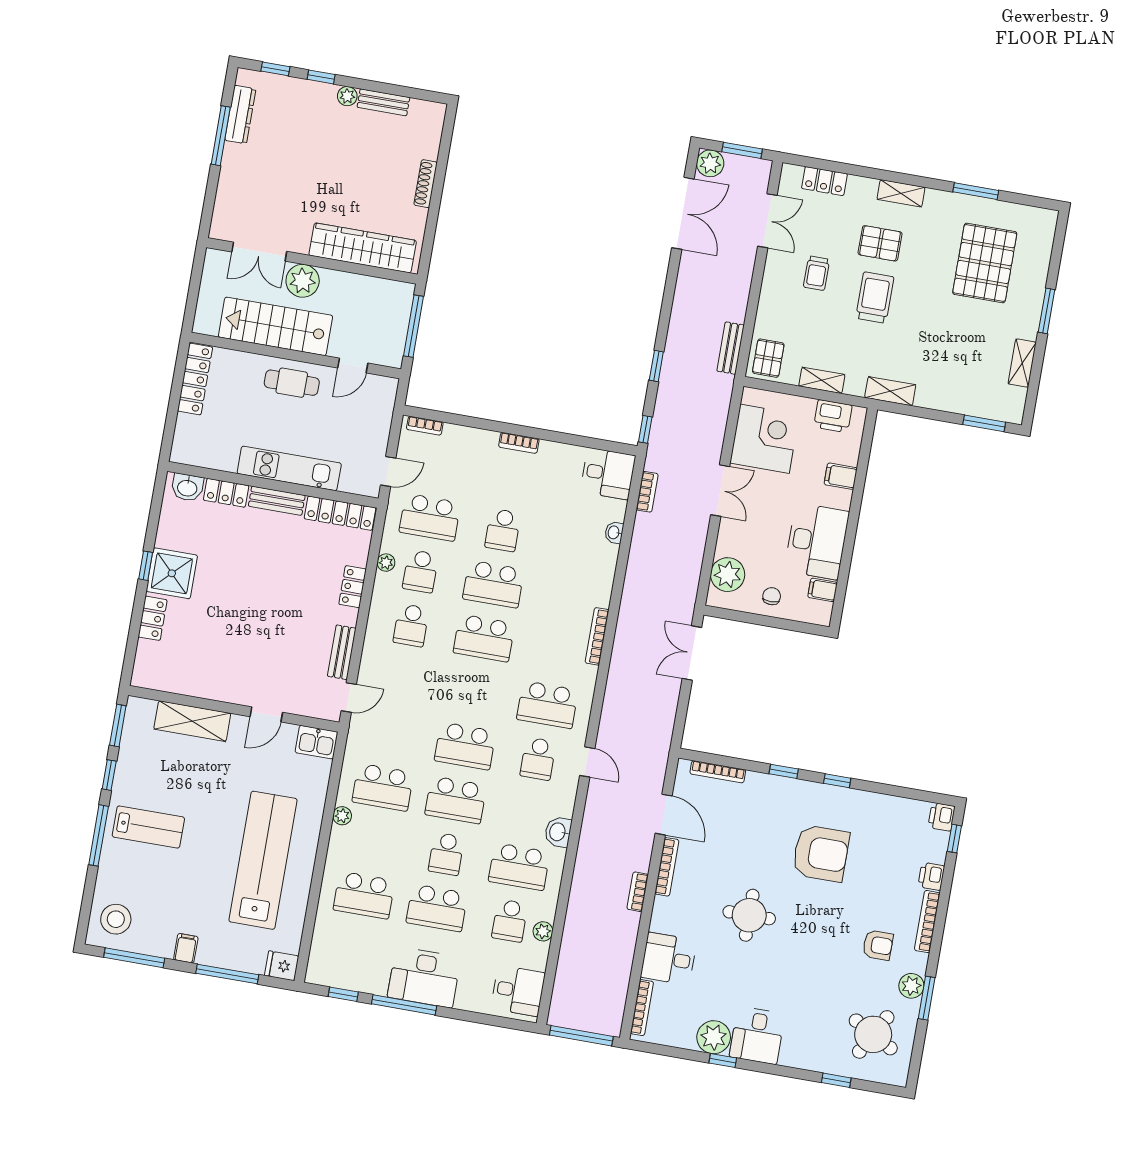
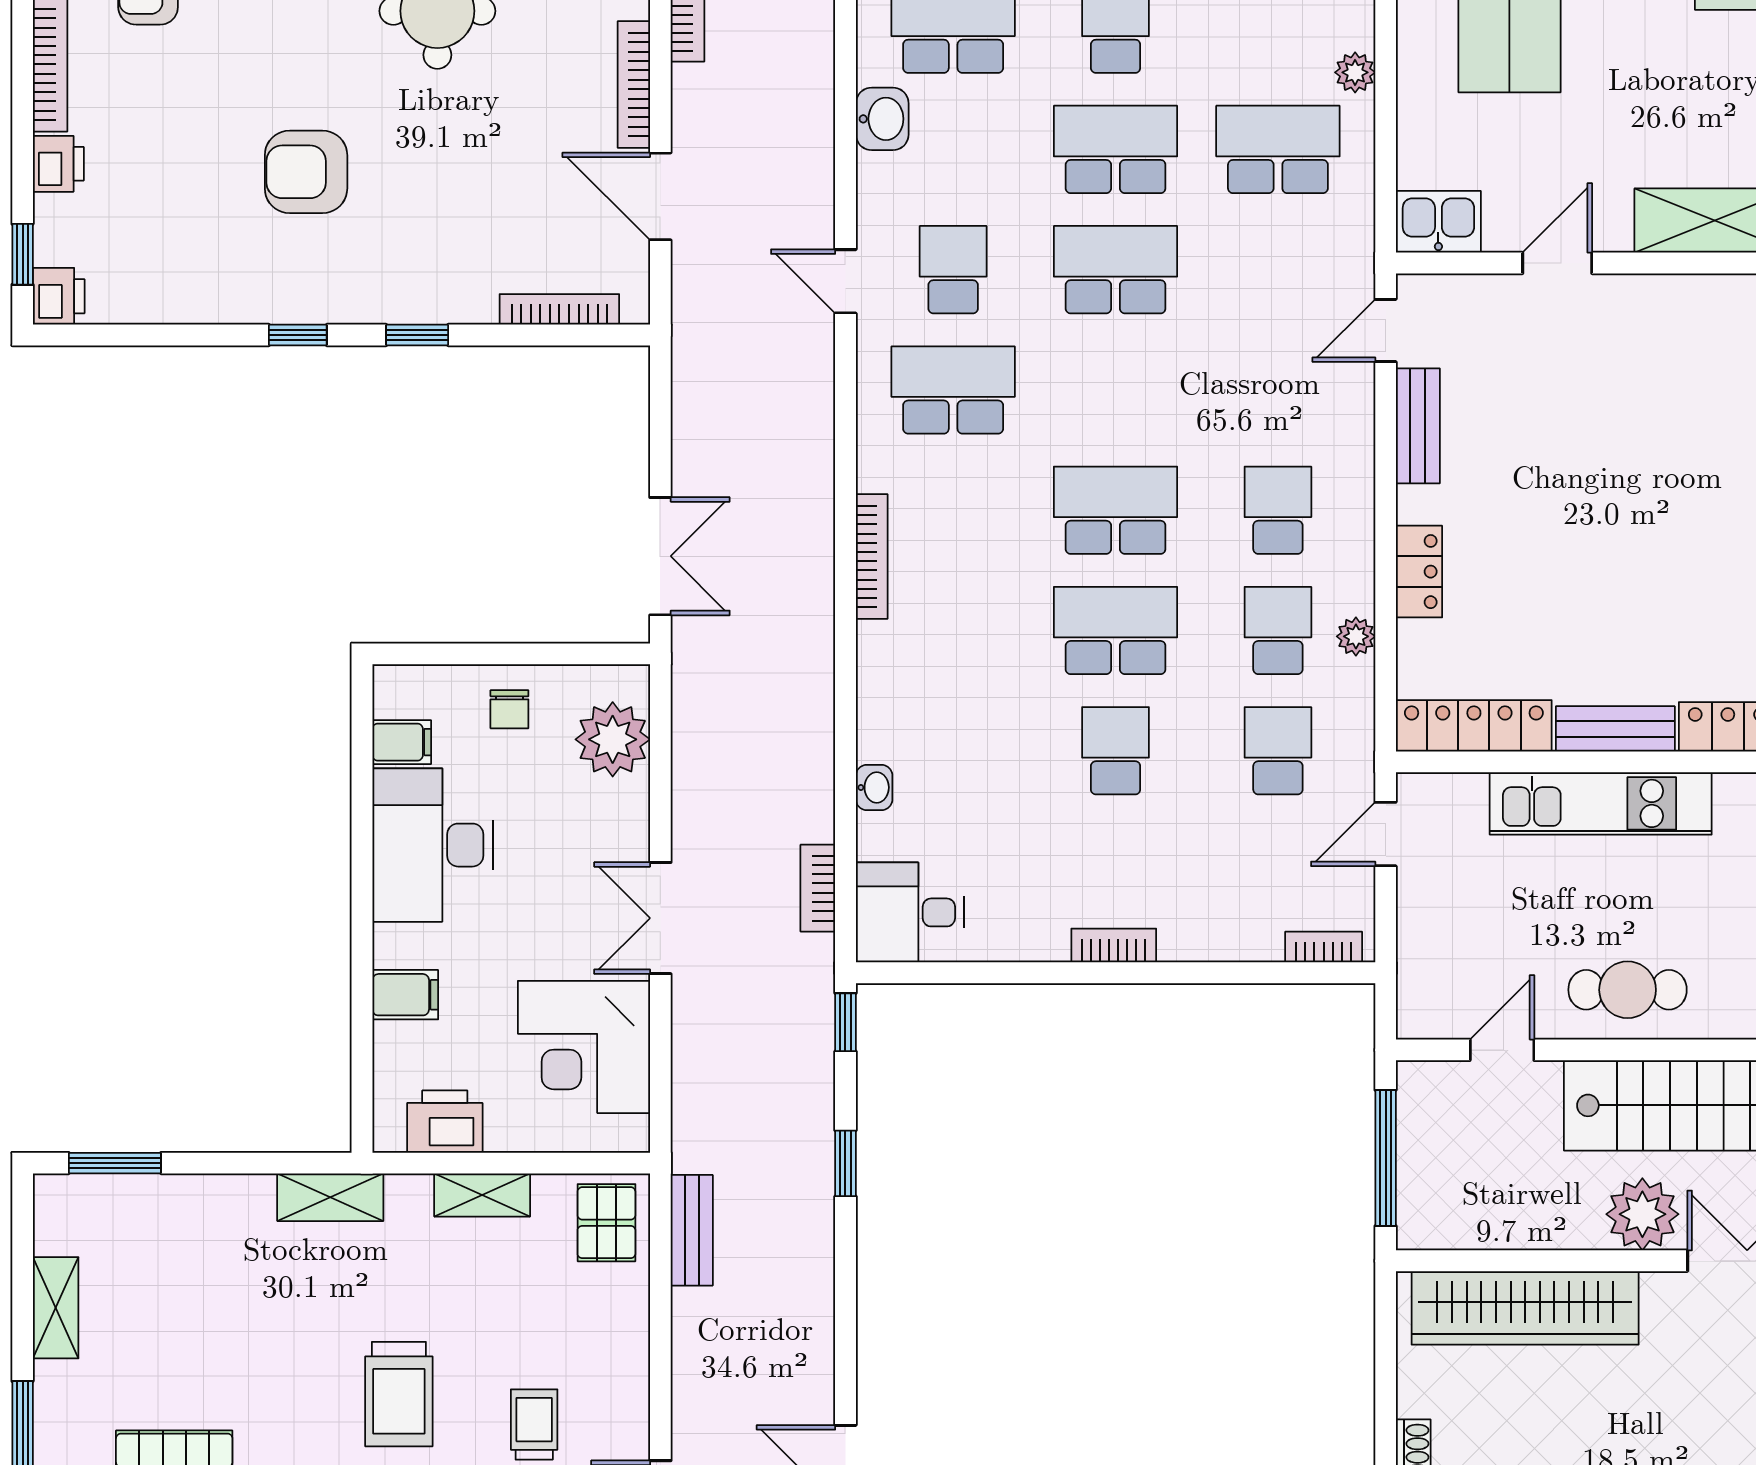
school desk: (430, 517) -> (1278, 751), width x0.54
armchair: (821, 853) -> (306, 172), width x0.73, depth x0.73

